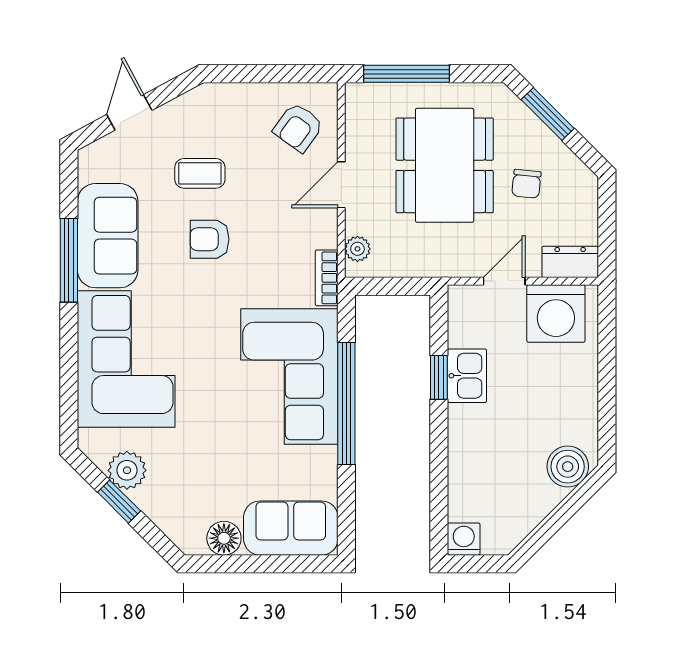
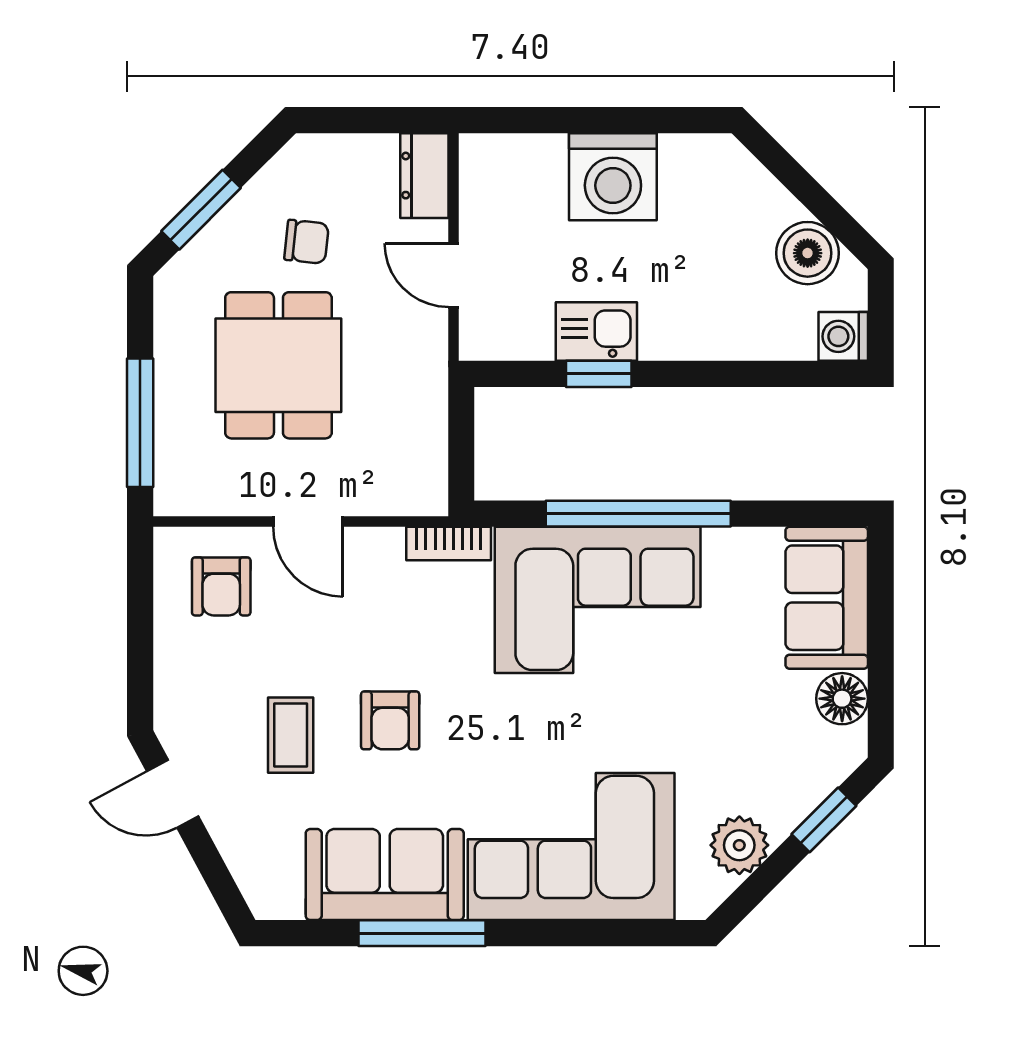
door: (129, 112) -> (173, 794), moved
armchair: (298, 127) -> (221, 586), turned 54
dining table: (445, 165) -> (278, 365), width x0.73
plant: (357, 249) -> (405, 497), removed
washing machine: (556, 313) -> (613, 177), moved, turned 90
boiler: (568, 467) -> (808, 253), moved
window: (119, 502) -> (824, 820), moved

